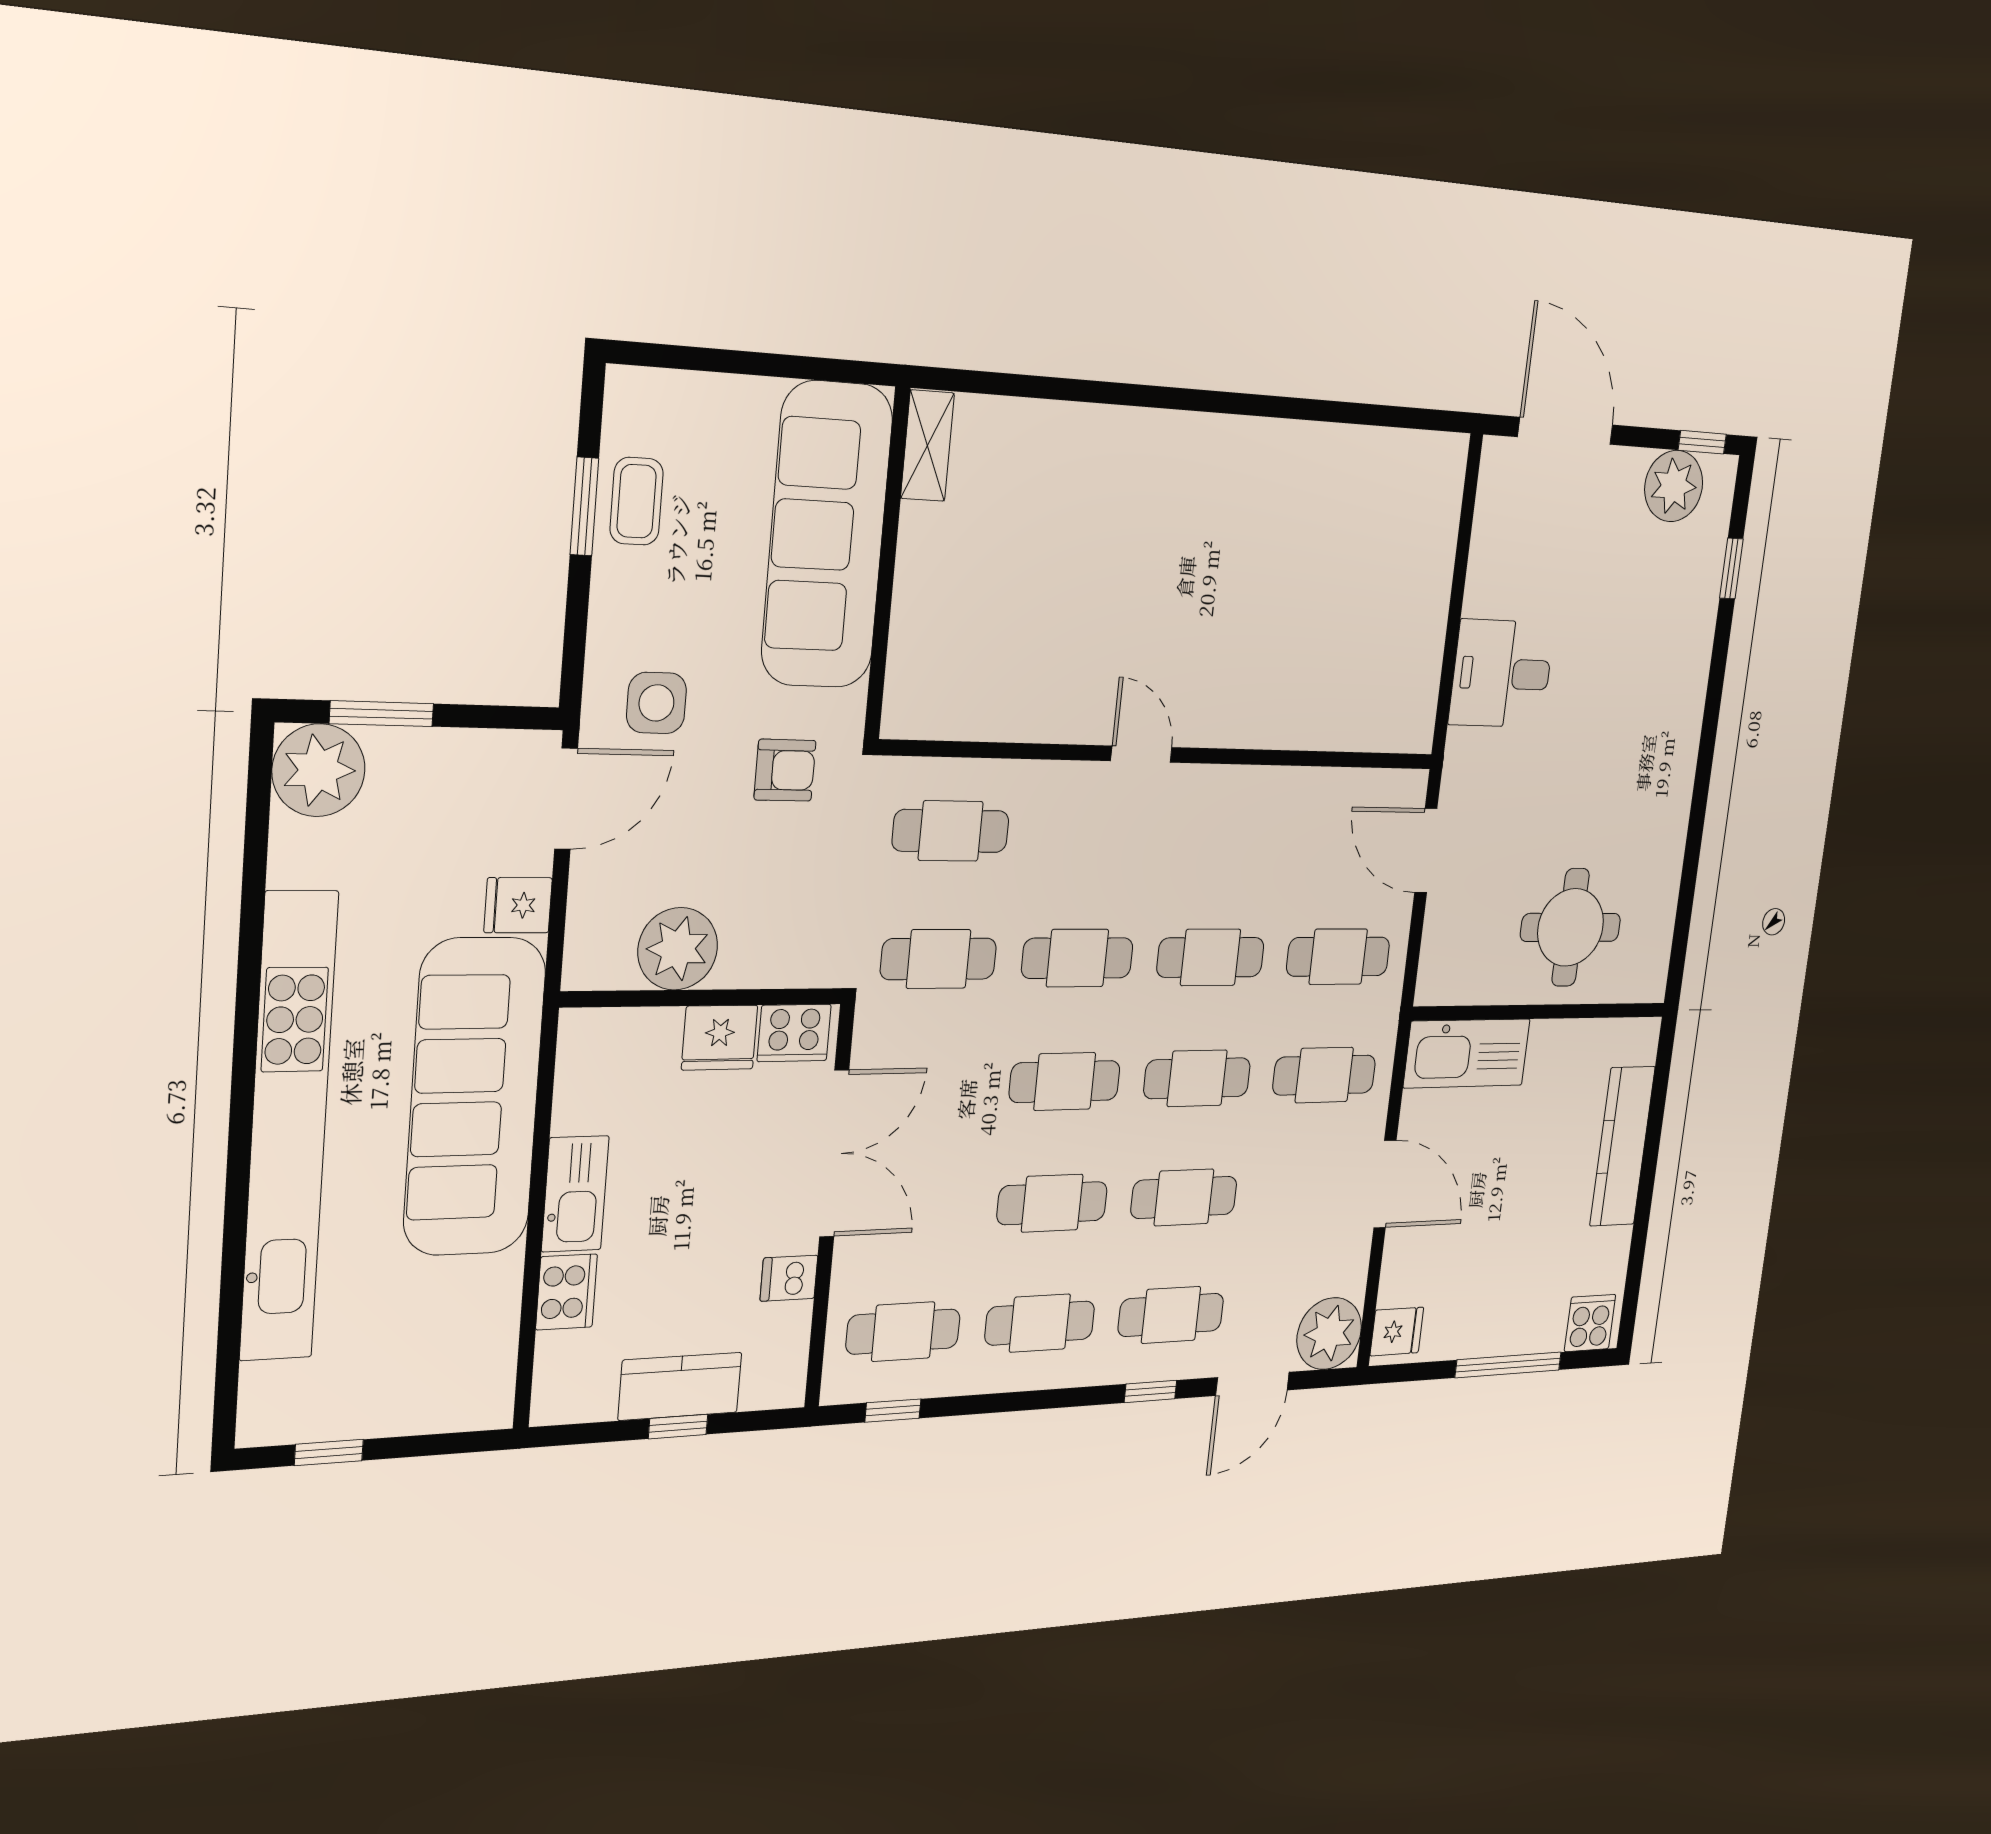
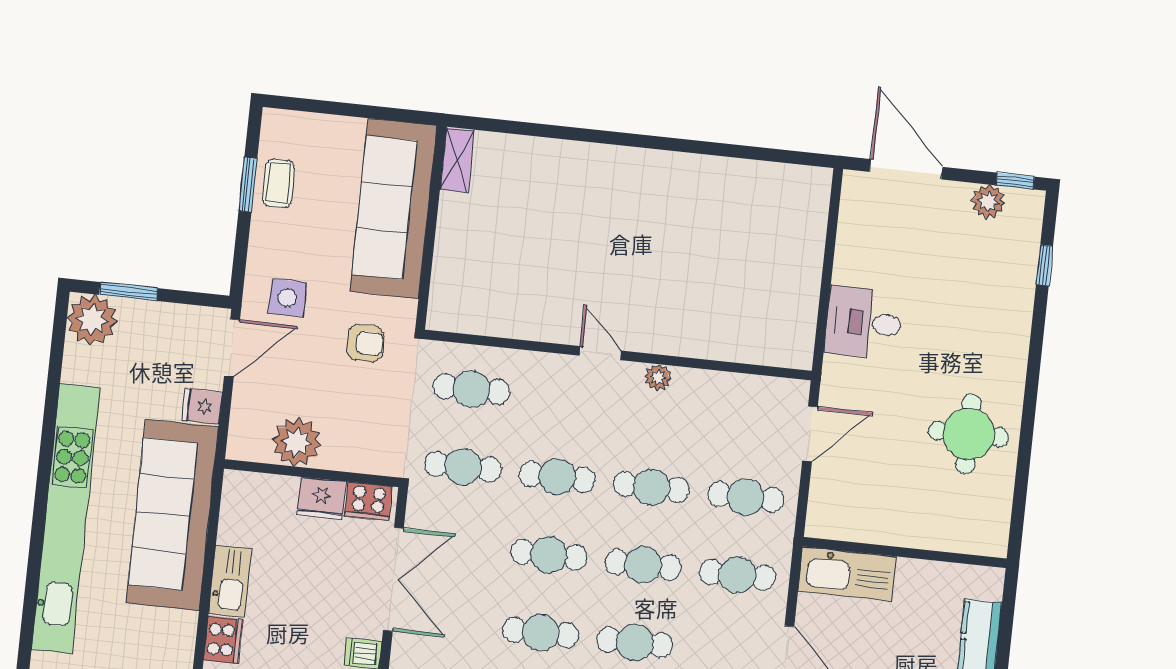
plant: (1674, 486) -> (988, 202), width x0.73, depth x0.73
plant: (1223, 785) -> (658, 377), added
door: (1426, 851) -> (810, 434), swing flipped
round table: (1571, 927) -> (969, 434), moved

